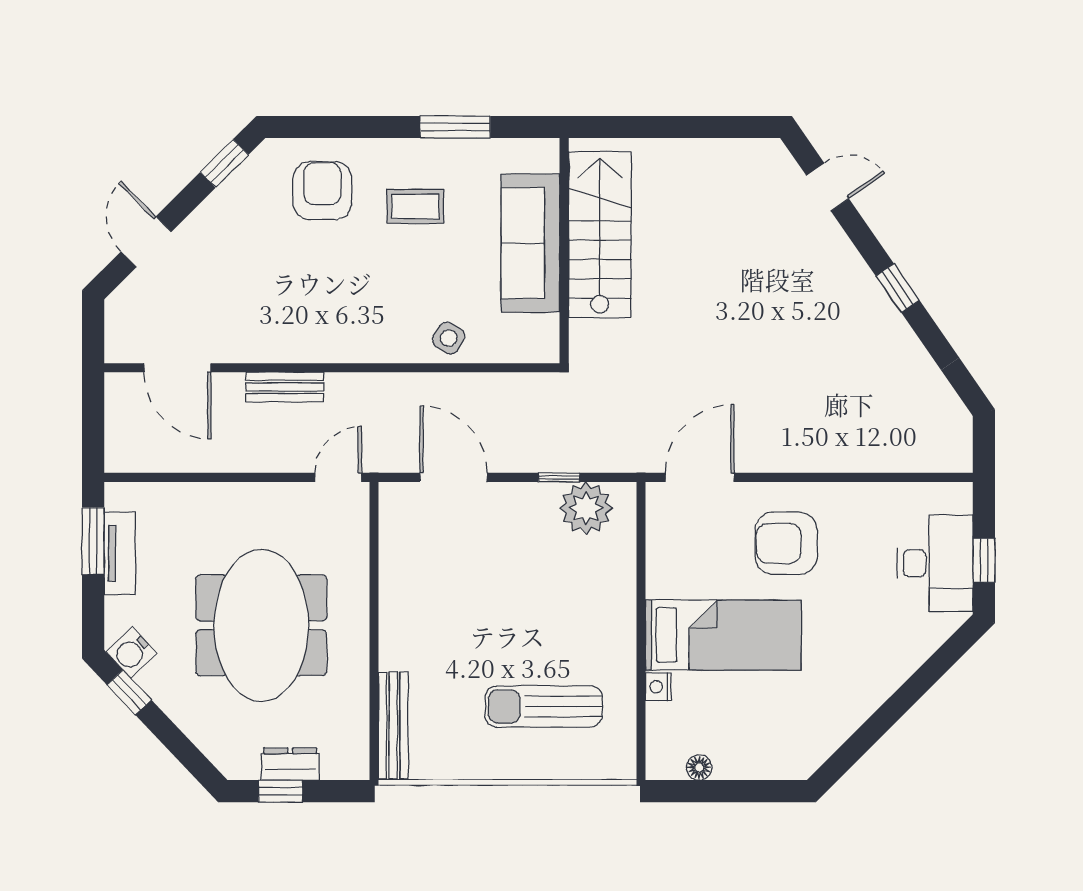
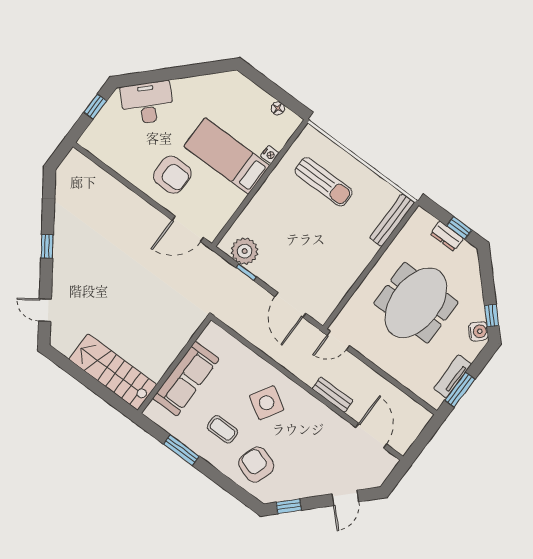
armchair: (322, 191) -> (256, 465), turned 108
stairs: (600, 235) -> (113, 372), moved, turned 90
side table: (449, 338) -> (267, 403), moved, width x1.87, depth x1.87
desk: (935, 563) -> (147, 103), moved, turned 45

